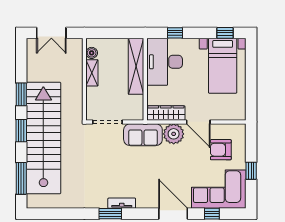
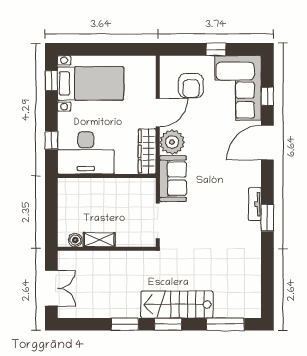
shelving: (136, 66) -> (91, 187), removed
stairs: (43, 138) -> (177, 304), width x0.54, depth x0.66

